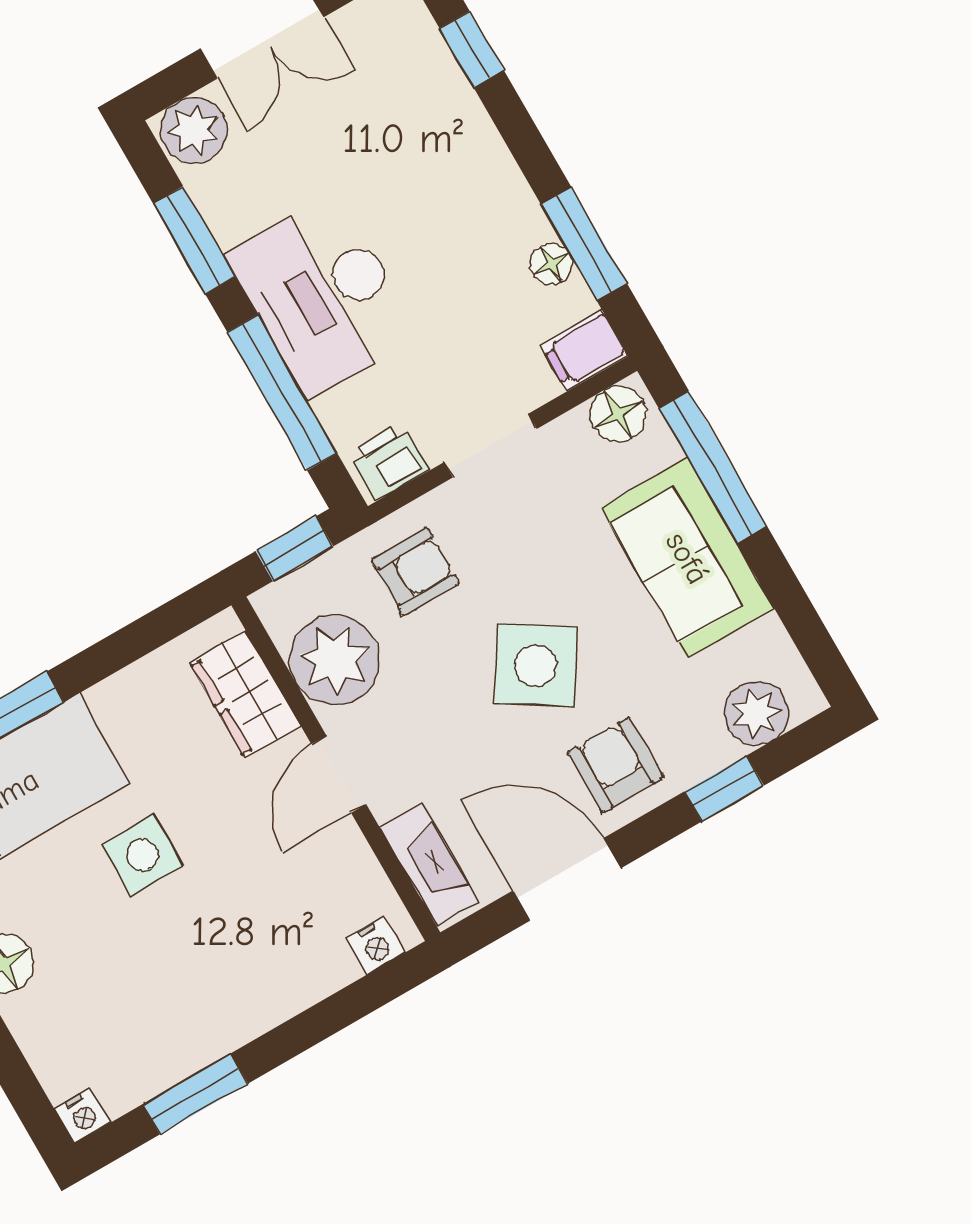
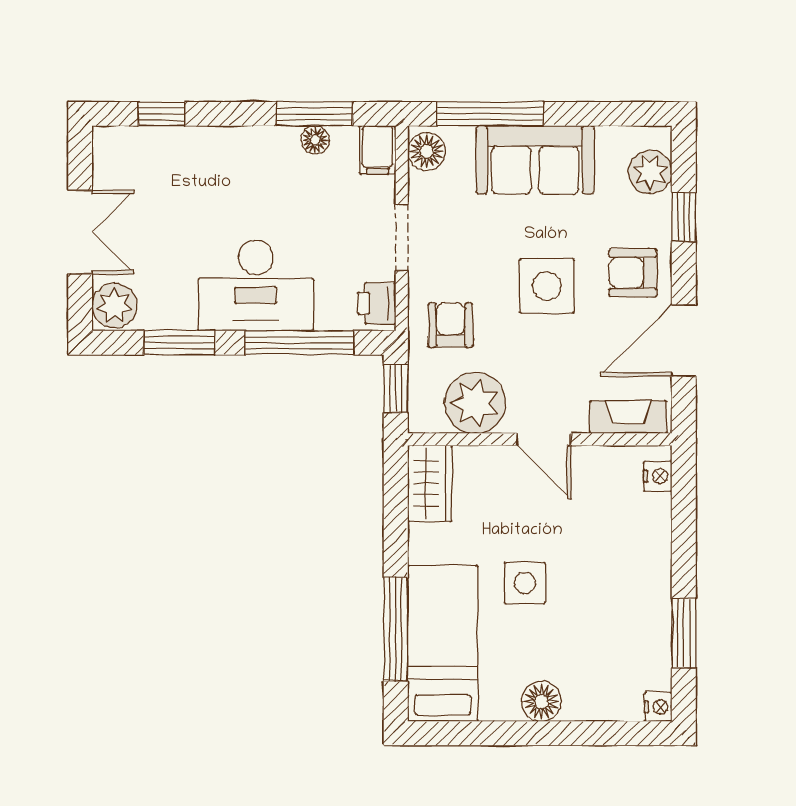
side table: (536, 665) -> (547, 286), turned -32
wardrobe: (245, 694) -> (430, 483), moved, turned -90

